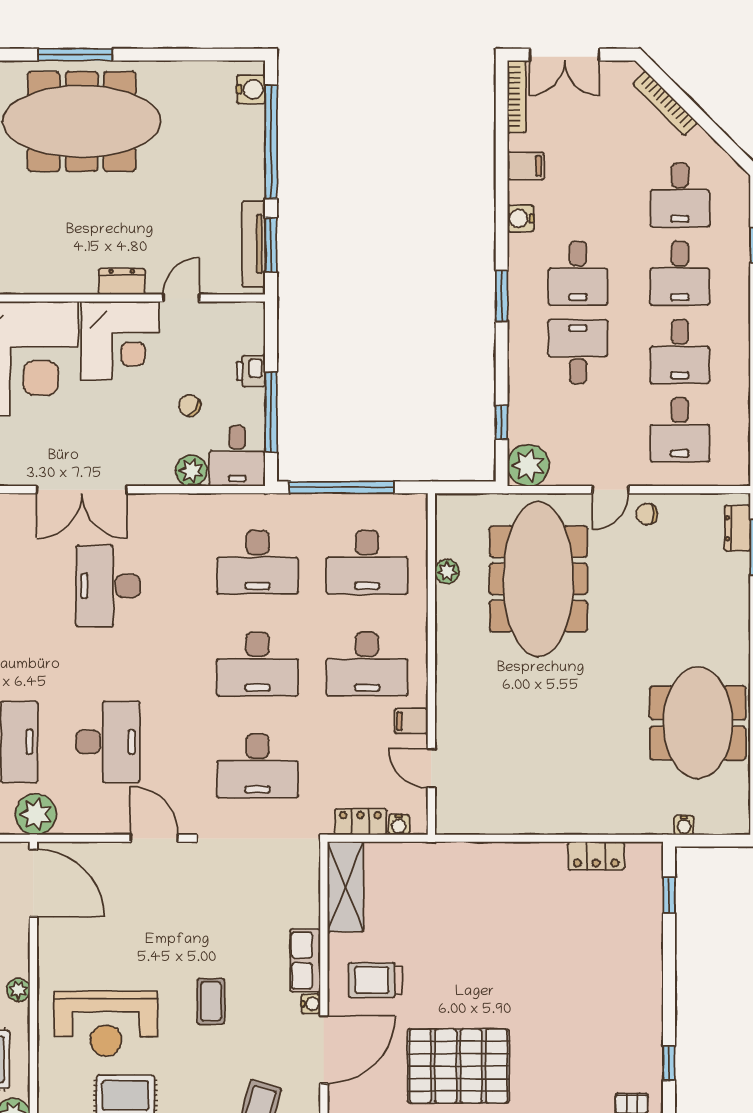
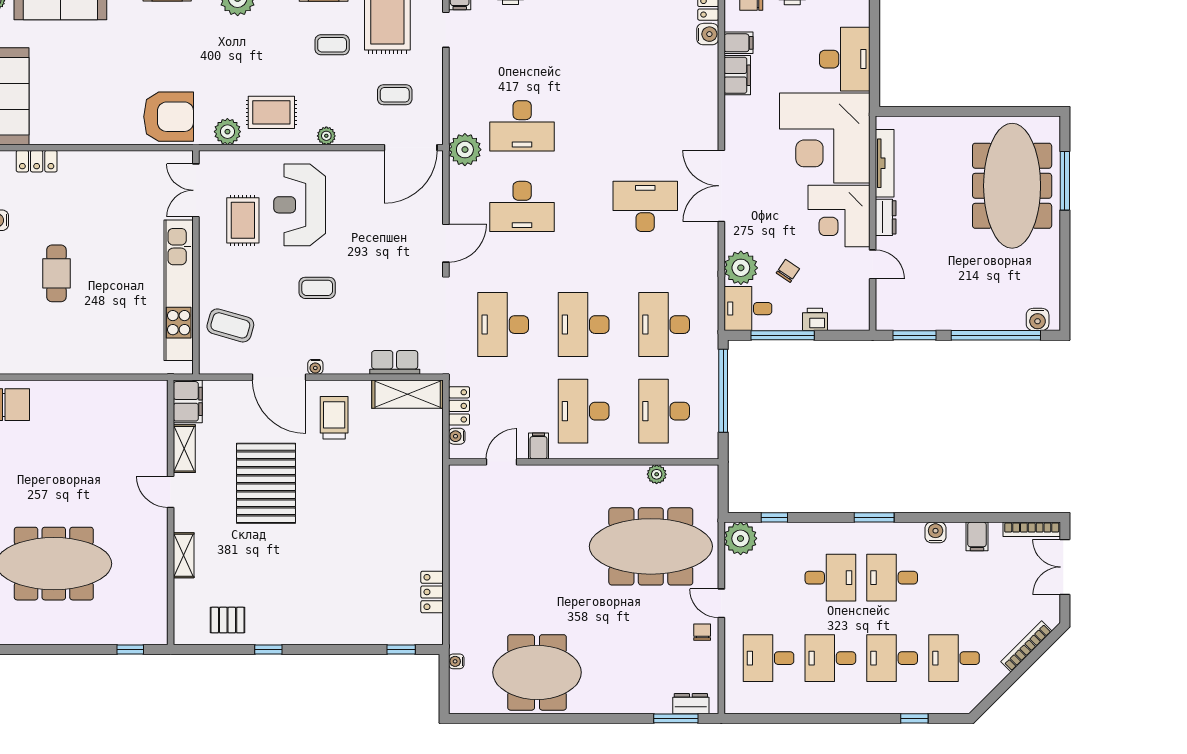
tv unit: (254, 244) -> (885, 163), moved, turned 90
plant: (191, 471) -> (741, 268), width x1.36, depth x1.36
row of seats: (305, 960) -> (395, 362), moved

